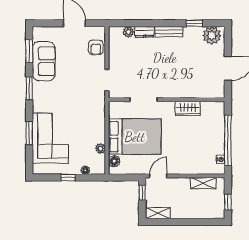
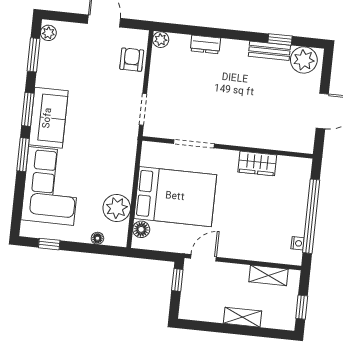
plant: (128, 32) -> (161, 40), moved
bench: (169, 32) -> (269, 51), moved
plant: (38, 35) -> (48, 33), added
armchair: (96, 47) -> (132, 60), turned 180
sofa: (44, 61) -> (48, 118), moved
window: (29, 133) -> (23, 155), moved
plant: (101, 148) -> (117, 208), width x1.88, depth x1.88
window: (68, 178) -> (49, 244), moved
shelving: (158, 213) -> (243, 317), moved

